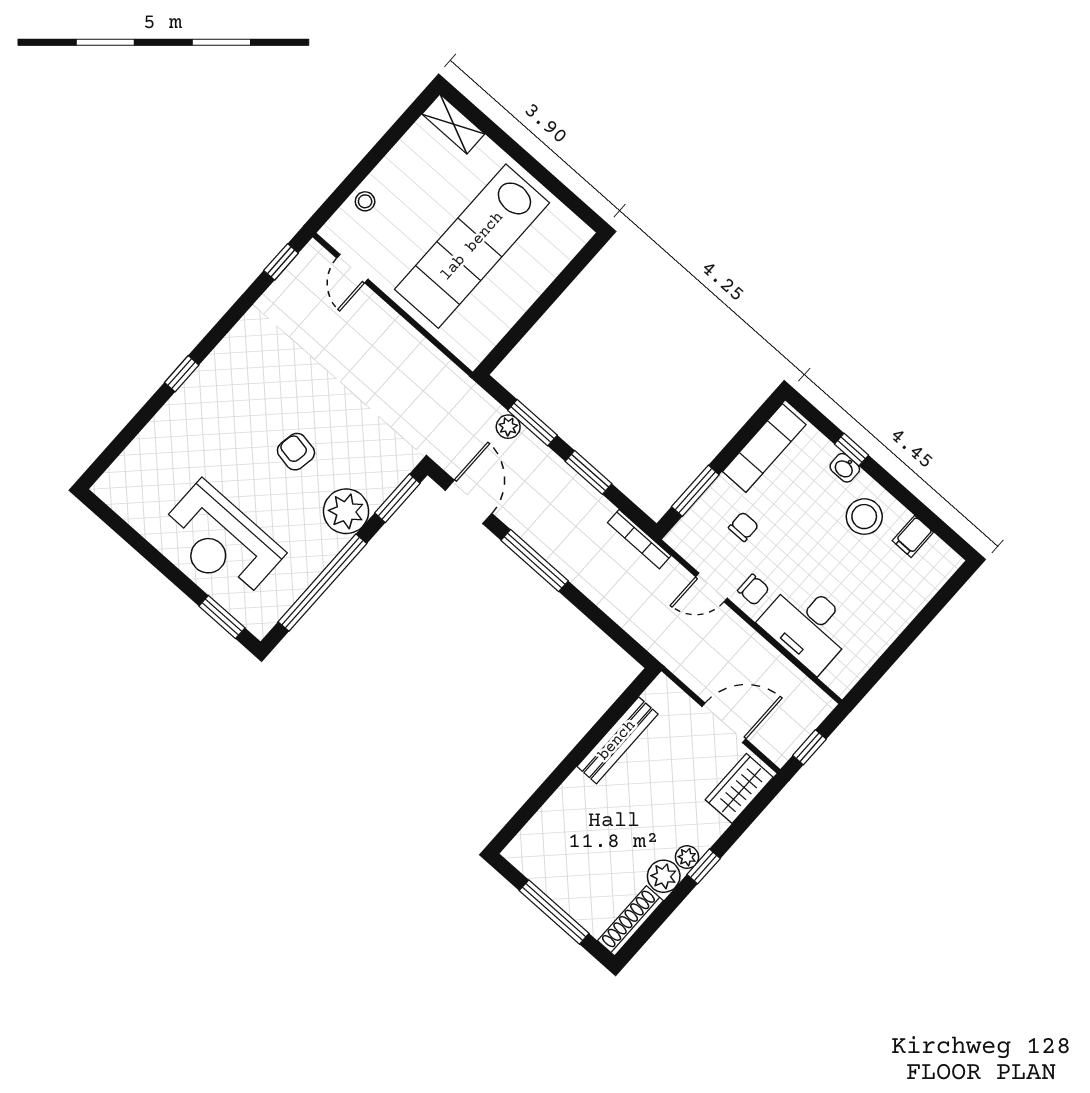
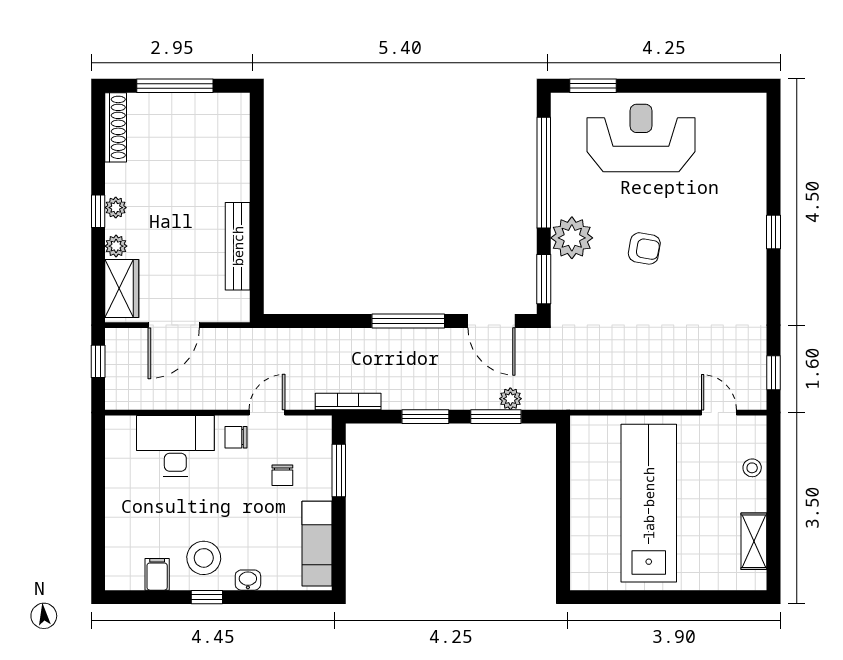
shelving: (453, 124) -> (754, 541), moved, turned 90
window: (851, 450) -> (207, 597), moved
plant: (664, 876) -> (116, 246), moved, width x0.73, depth x0.73

